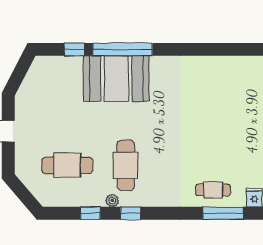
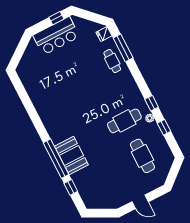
booth: (116, 79) -> (71, 155), width x0.73, depth x0.70

